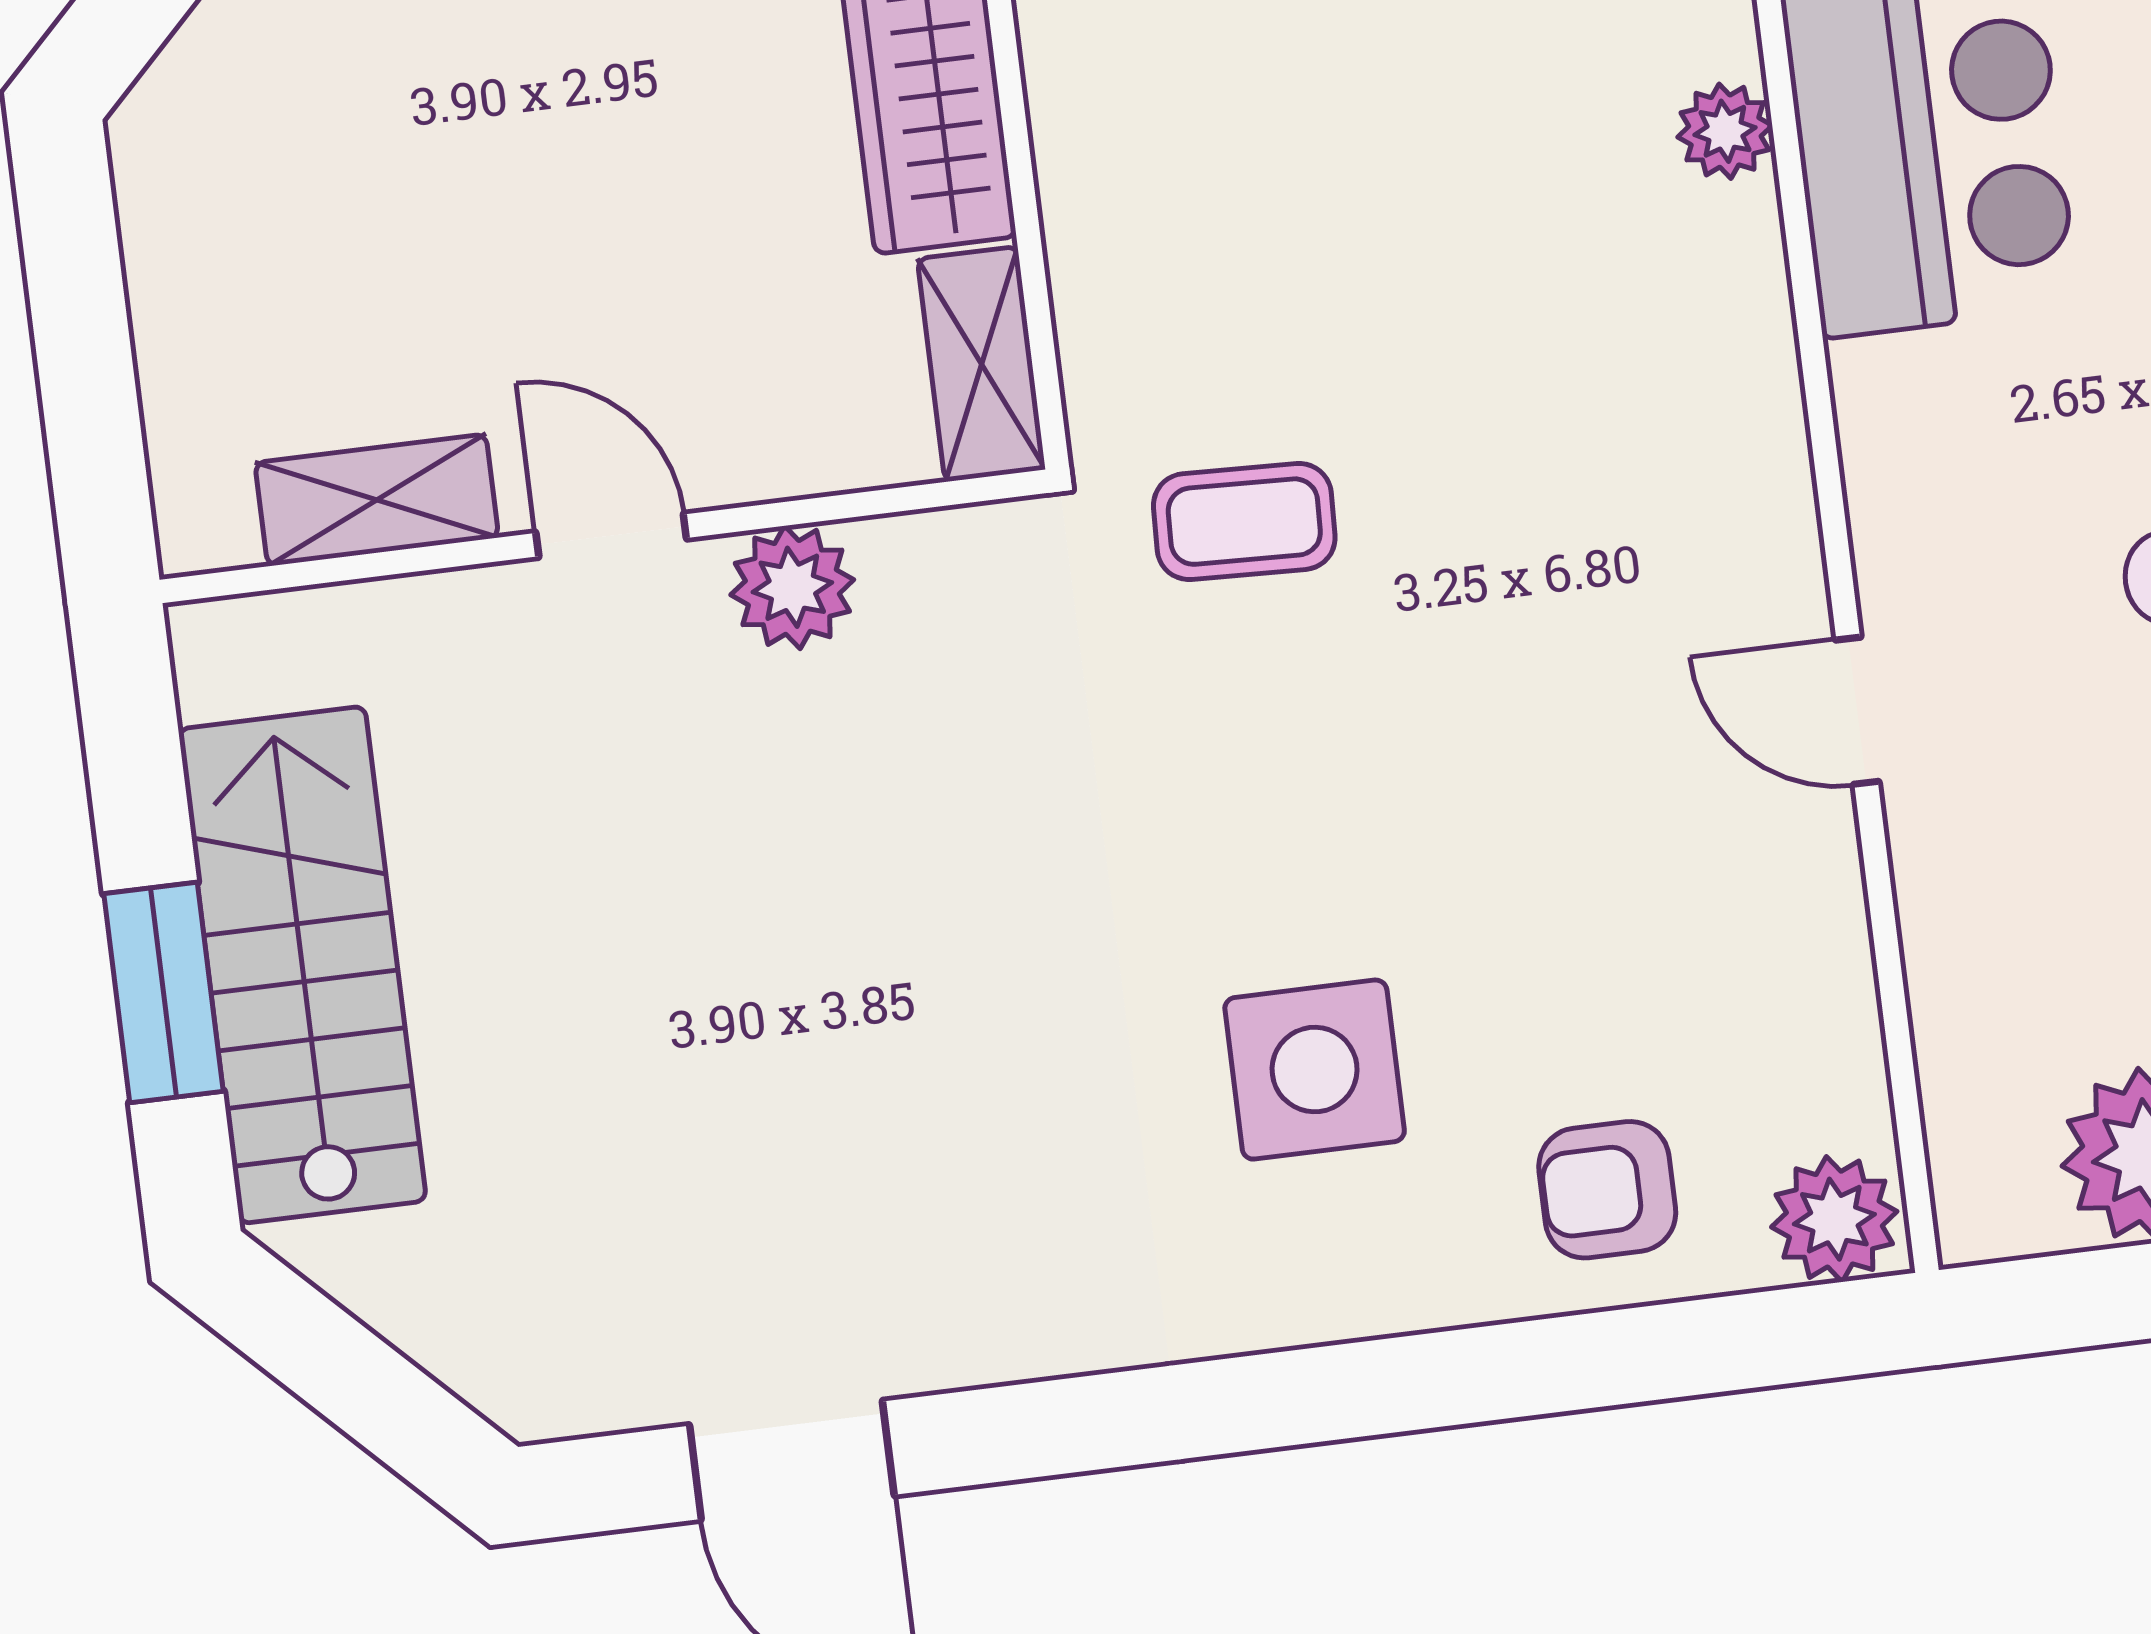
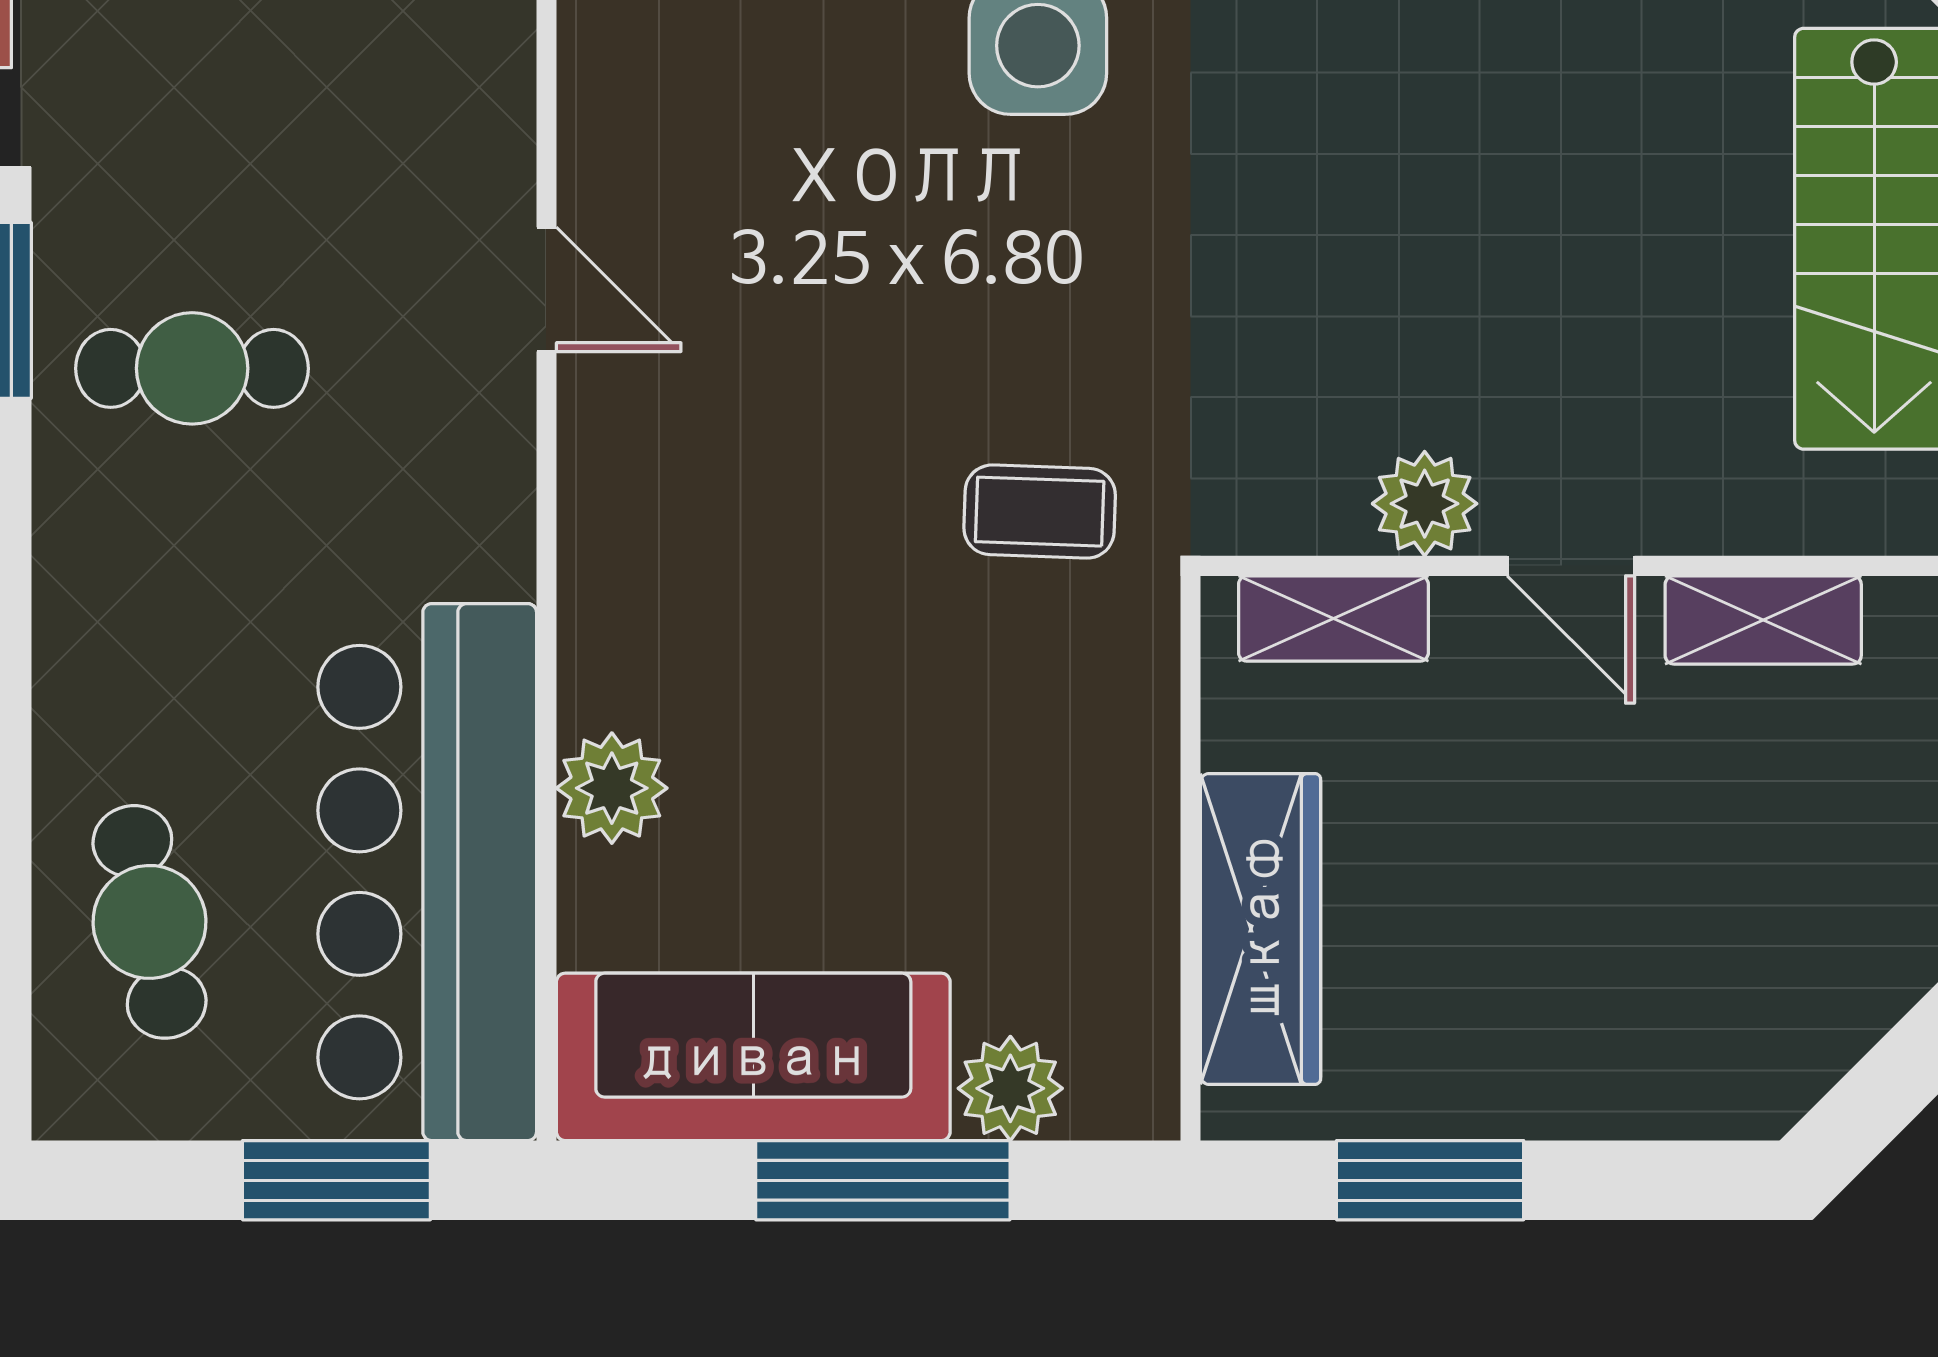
plant: (1725, 131) -> (612, 788), width x1.38, depth x1.38
shelving: (981, 364) -> (1333, 619), moved, turned 90

